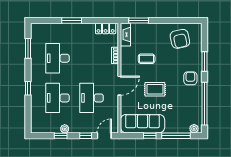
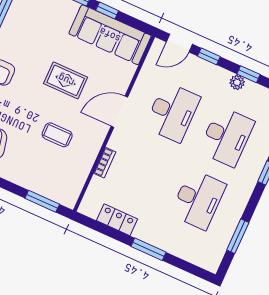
locker: (106, 28) -> (117, 220), moved
fireplace: (125, 35) -> (73, 188), removed

